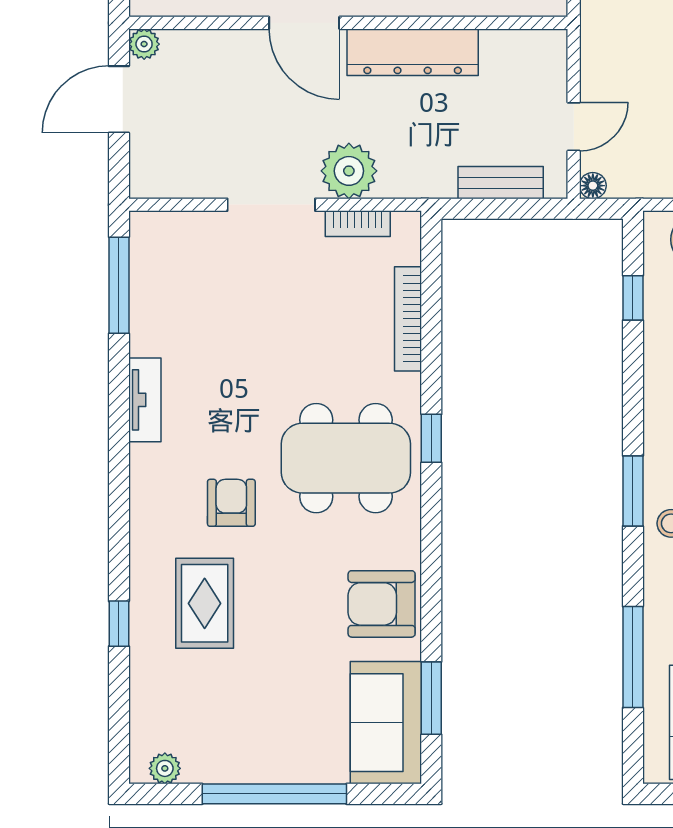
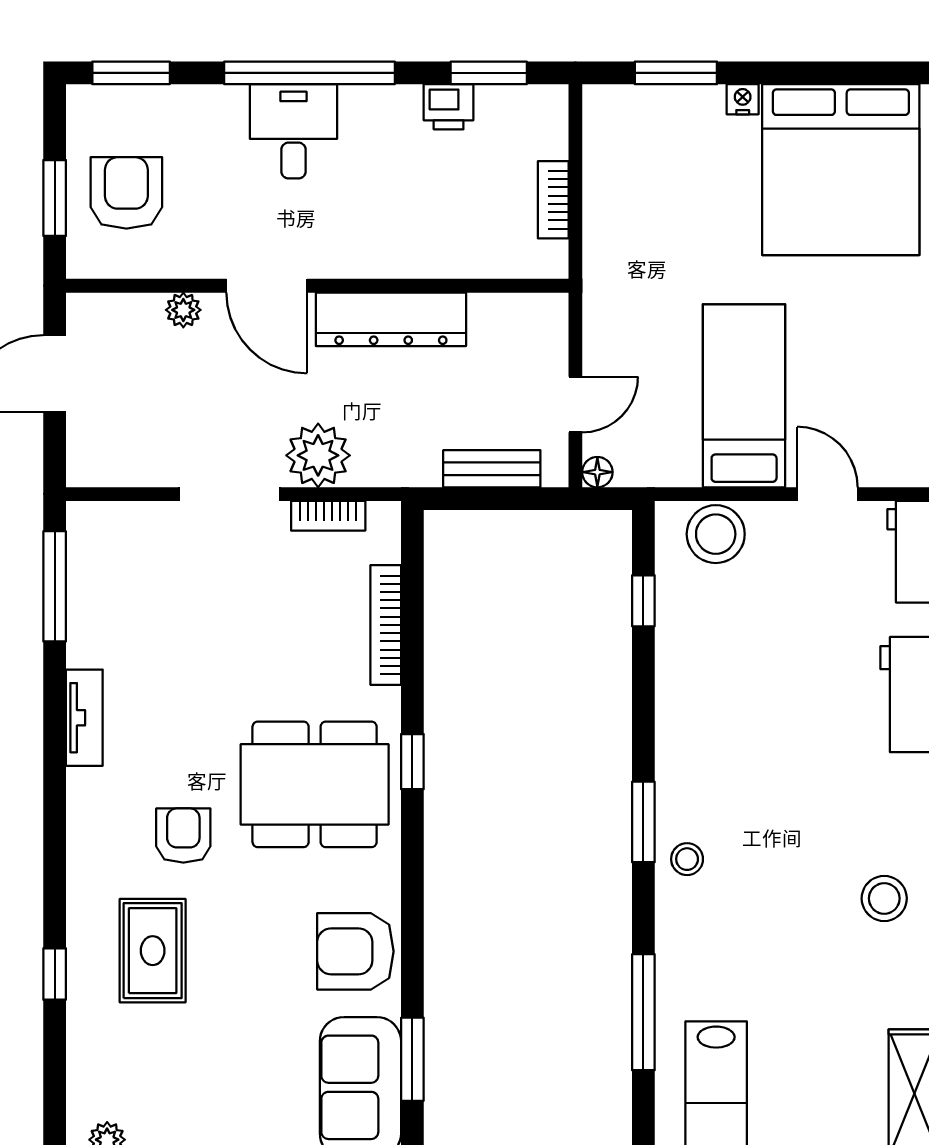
plant: (144, 44) -> (183, 310), moved

